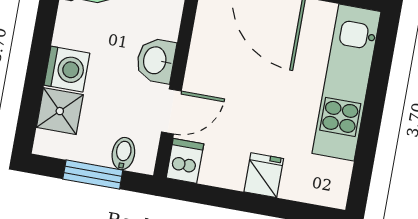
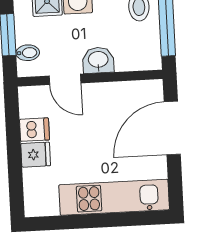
dishwasher: (185, 161) -> (34, 130), moved

